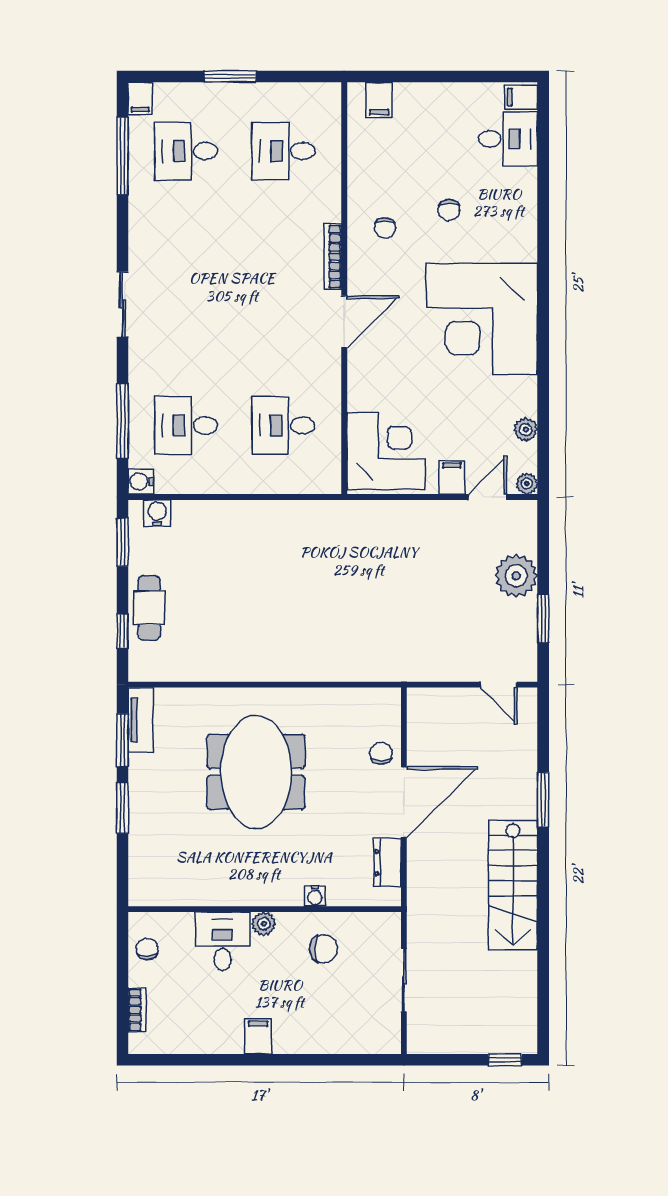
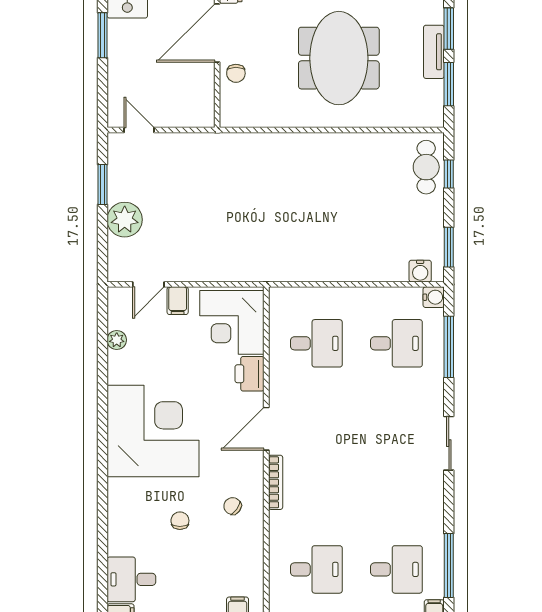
chair: (385, 228) -> (233, 506), turned -55
printer: (365, 389) -> (249, 374), added
plant: (527, 484) -> (116, 295), removed
cafe table: (149, 608) -> (426, 167), moved
tv unit: (141, 720) -> (434, 52), moved

